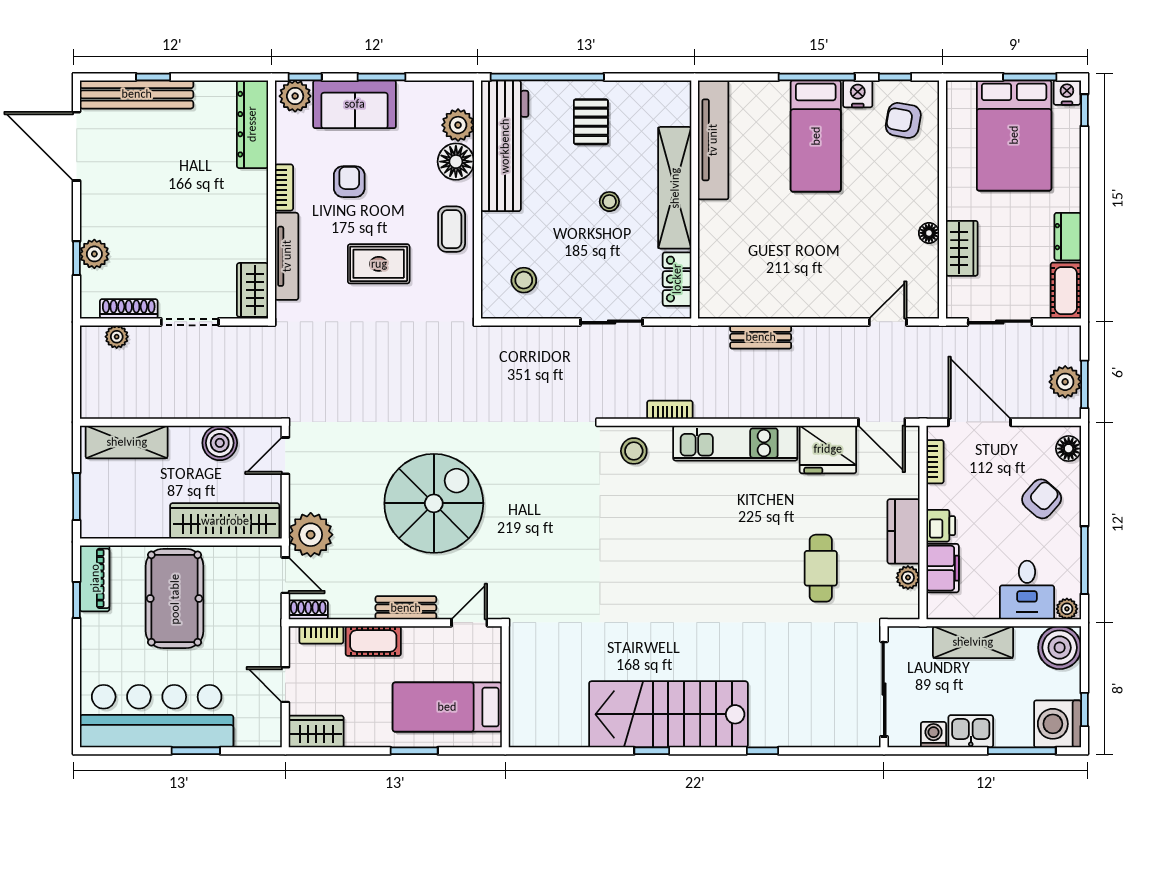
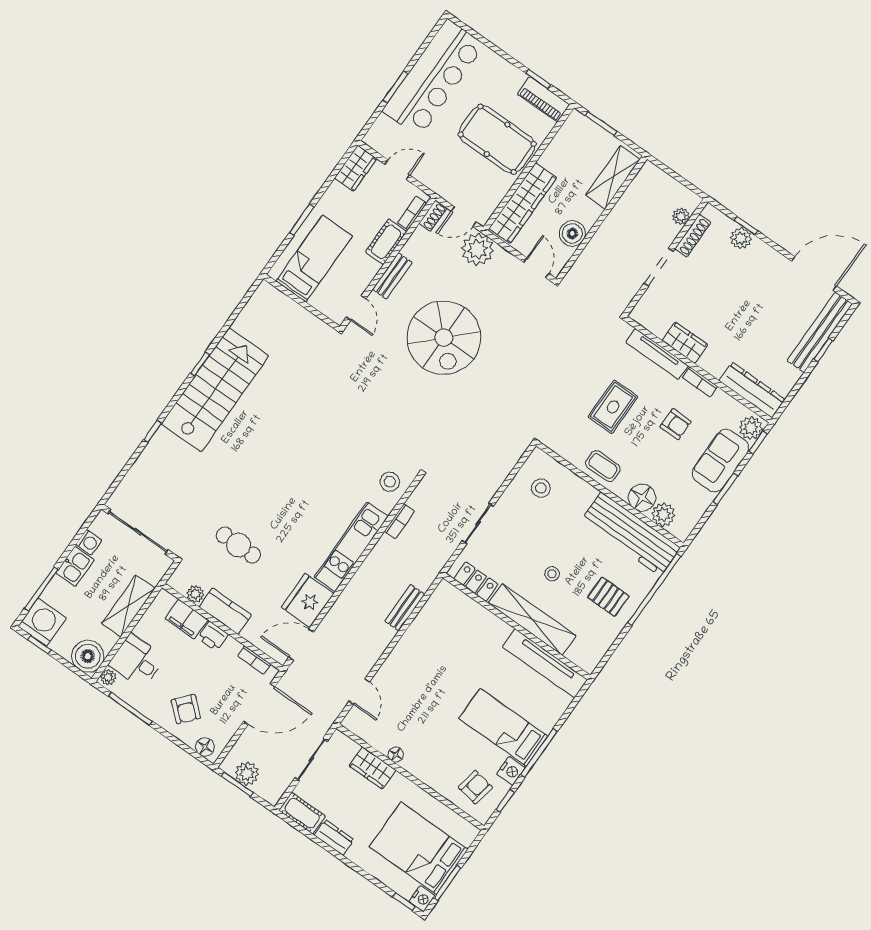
wardrobe: (252, 290) -> (685, 343), moved

